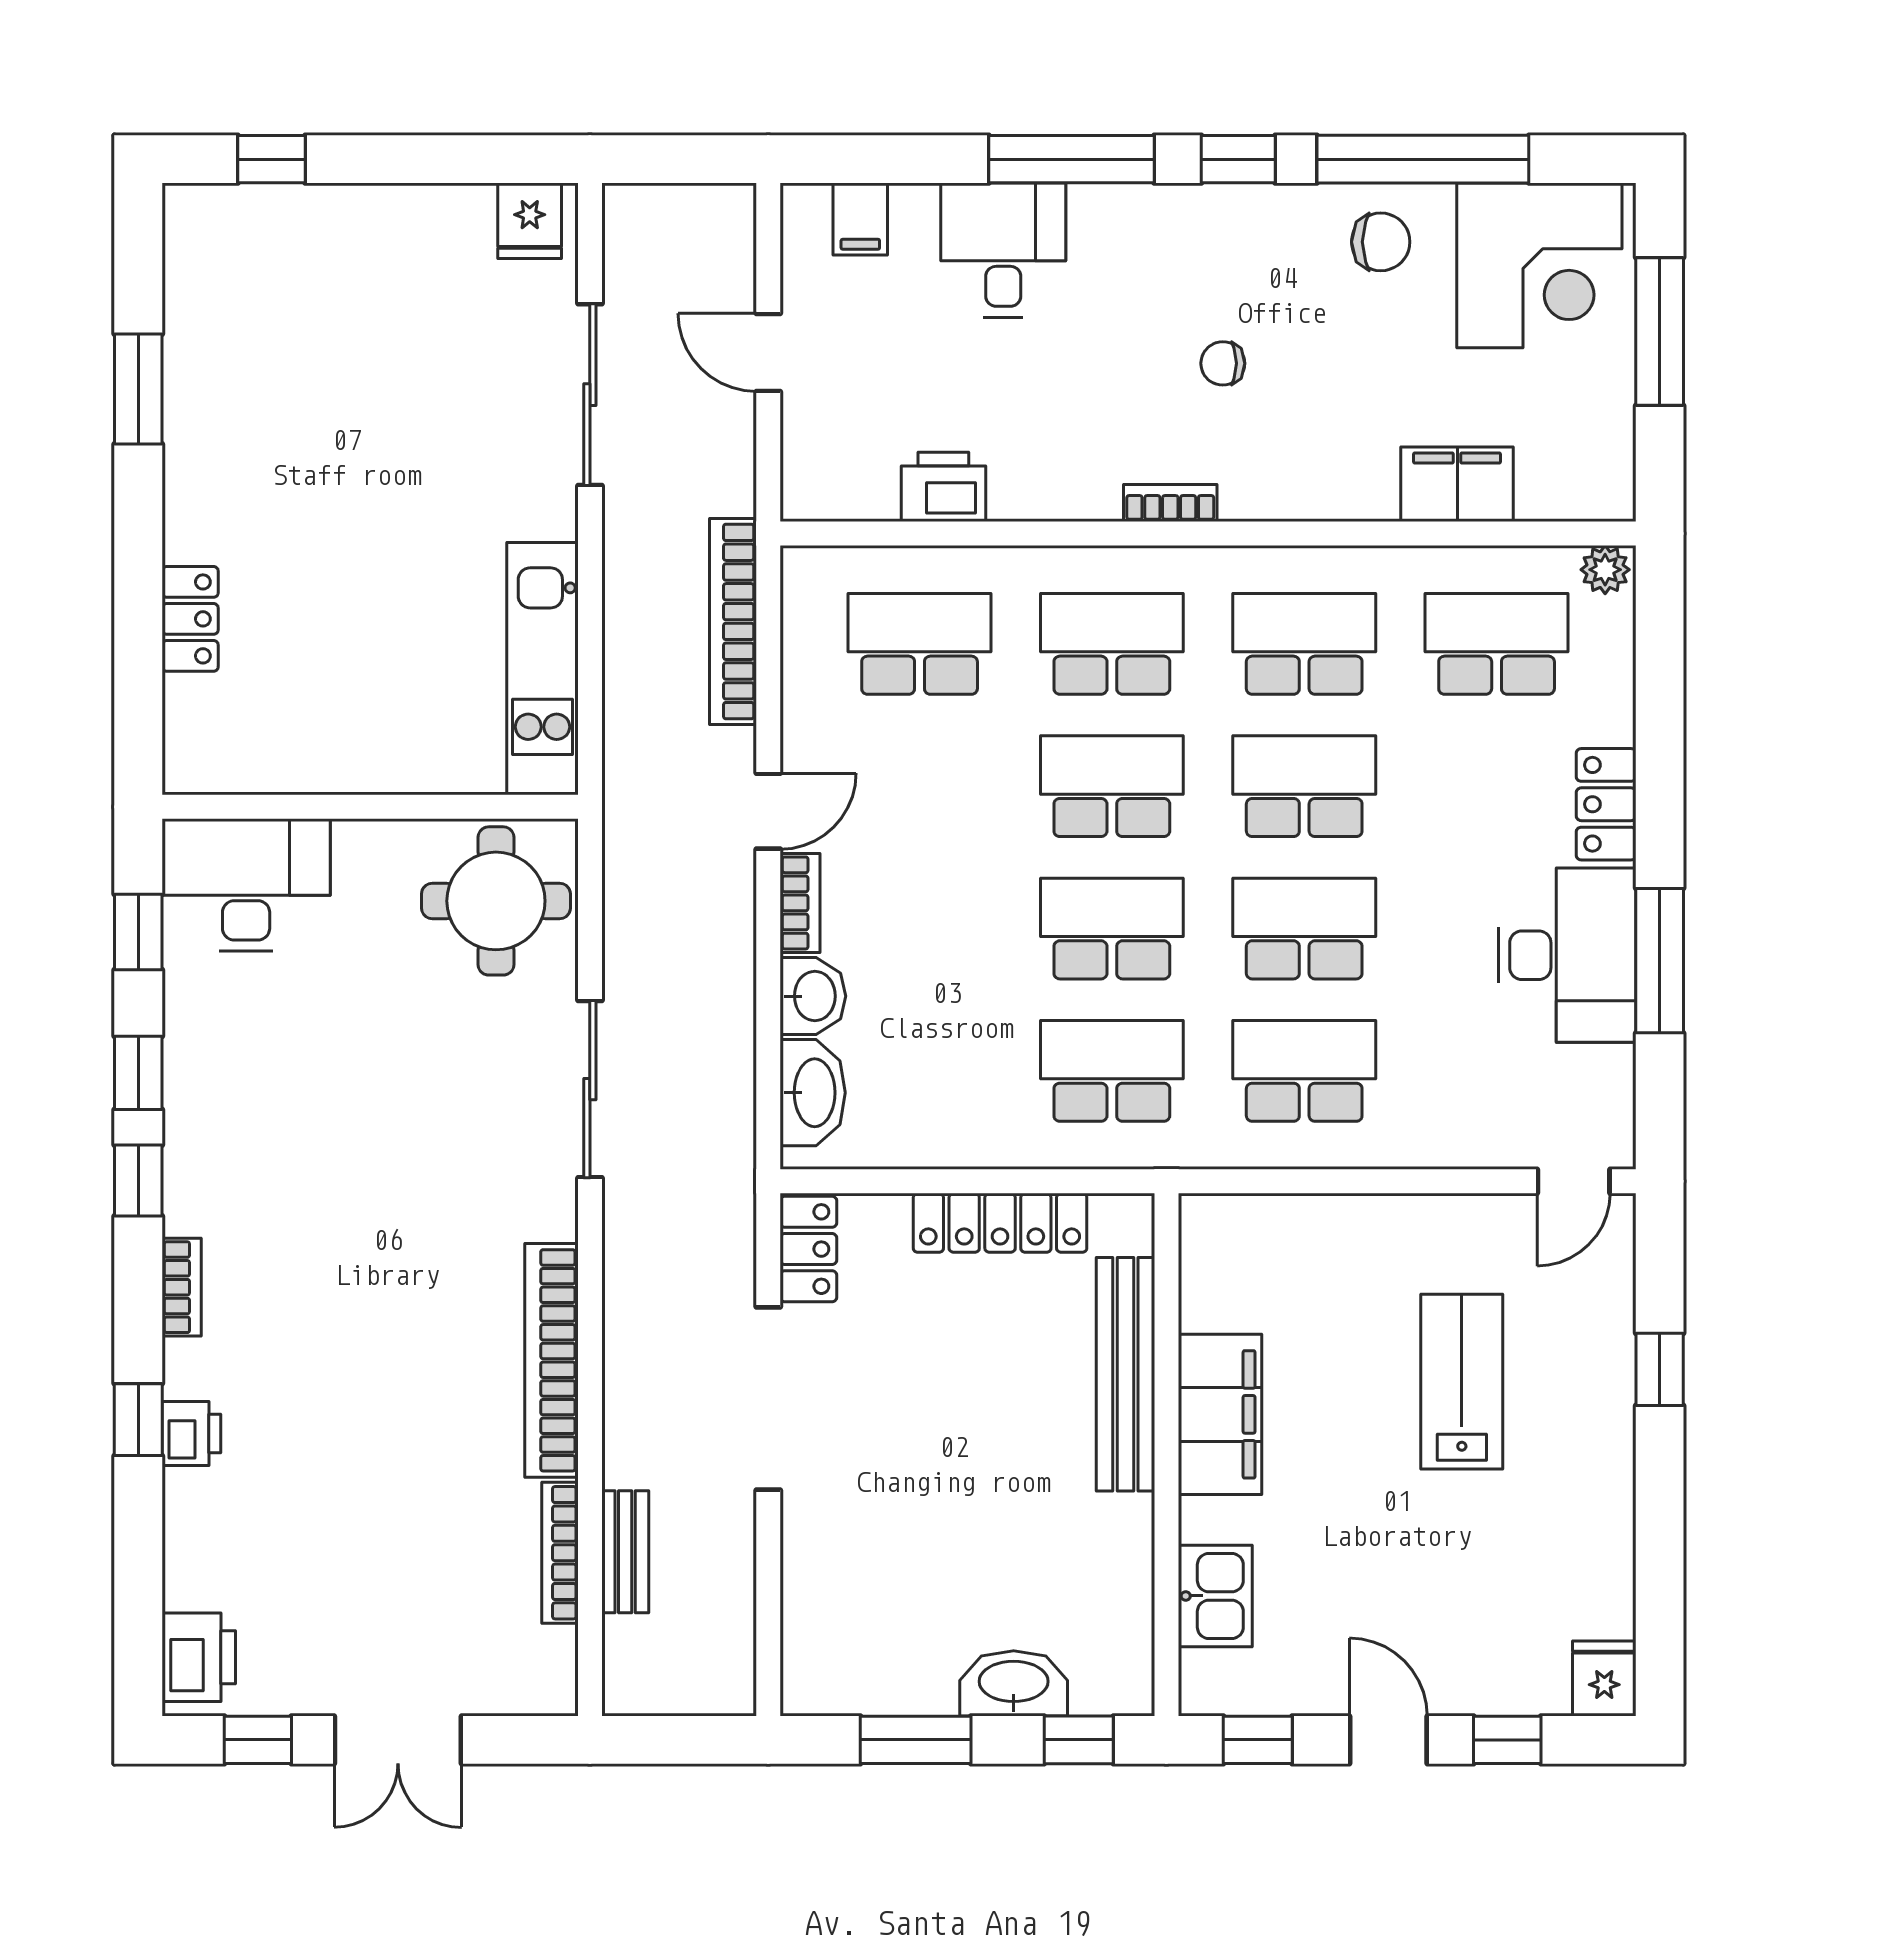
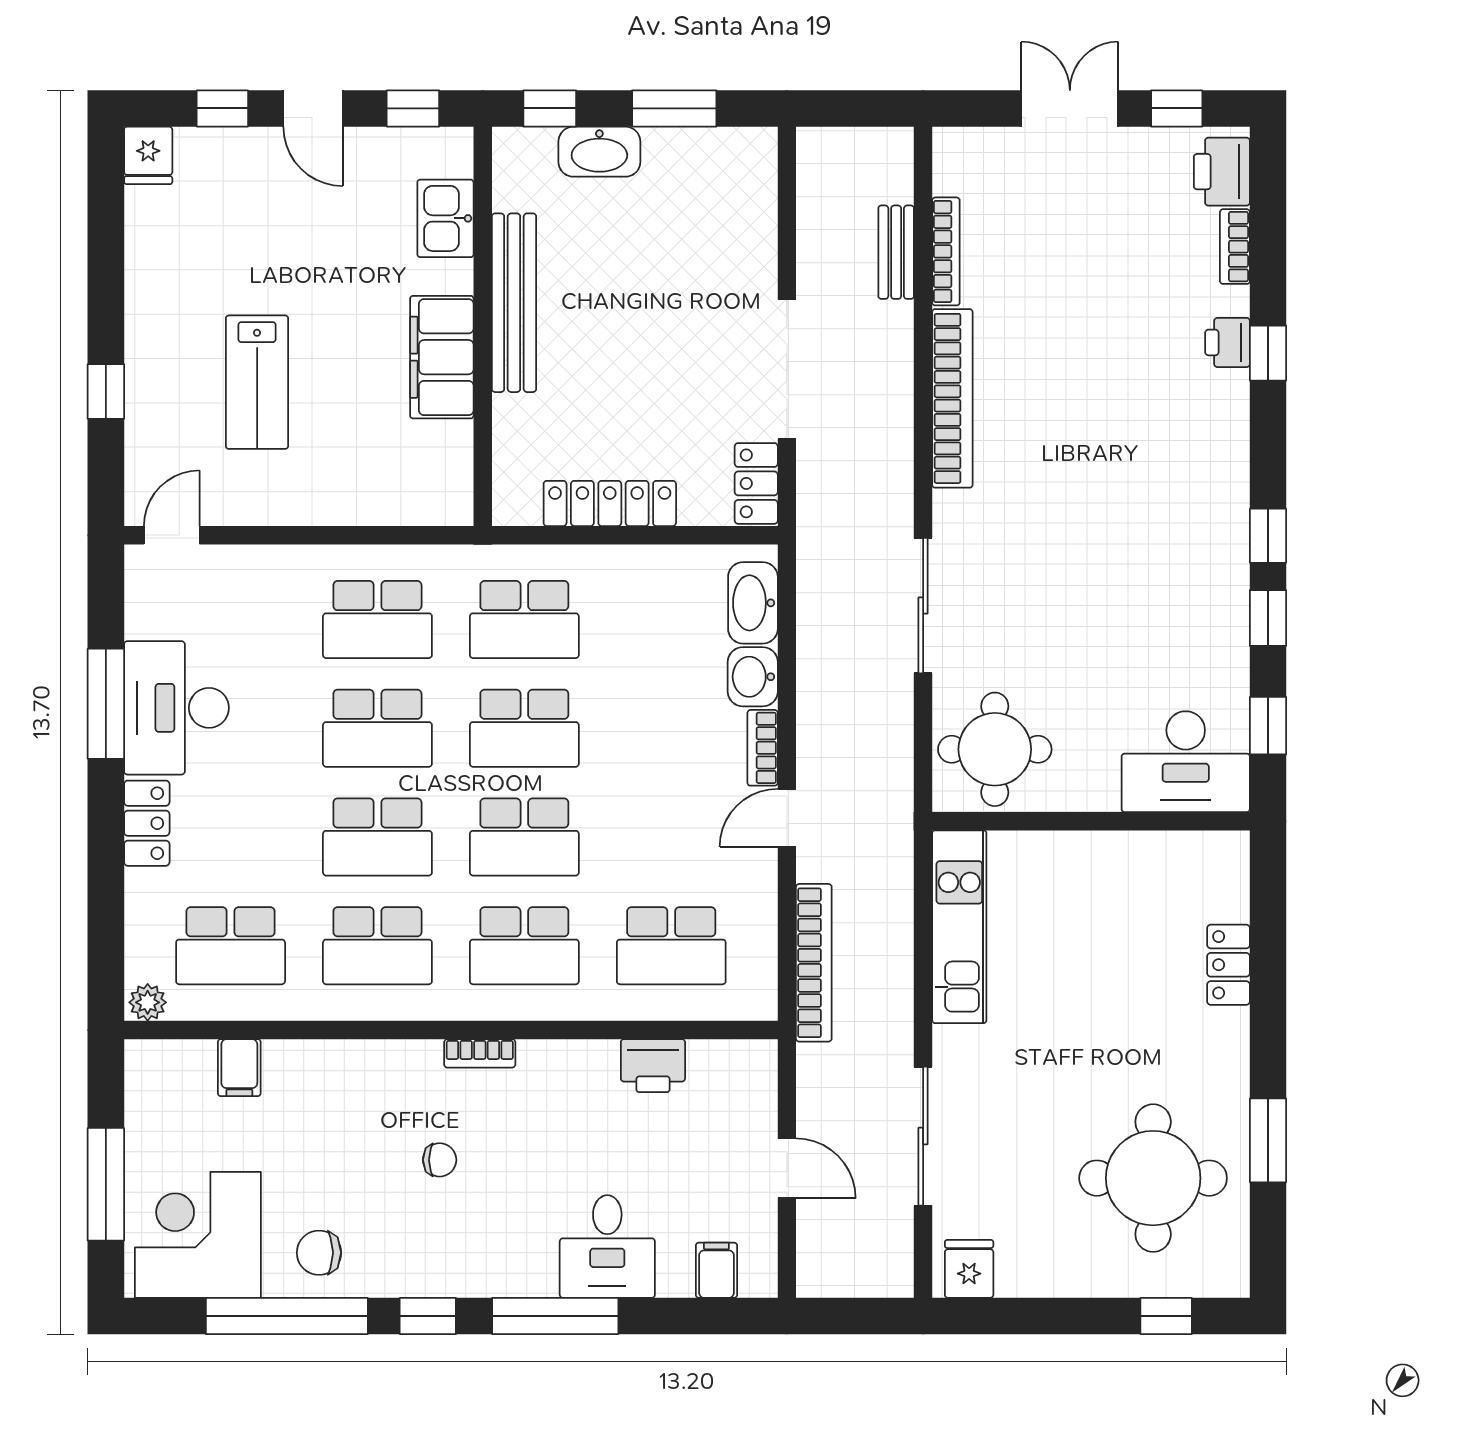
round table: (289, 340) -> (1153, 1178), added
filing cabinet: (1457, 484) -> (239, 1068), width x0.50
bookcase: (182, 1287) -> (1235, 247), moved
bench: (1125, 1374) -> (514, 303), moved

